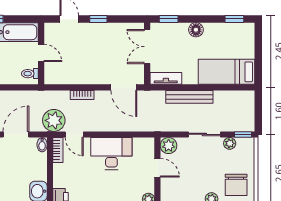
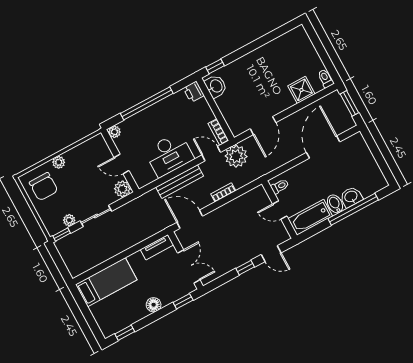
bench: (189, 97) -> (180, 182), moved
bidet: (42, 145) -> (235, 129), removed
chair: (236, 185) -> (44, 187), turned 180

